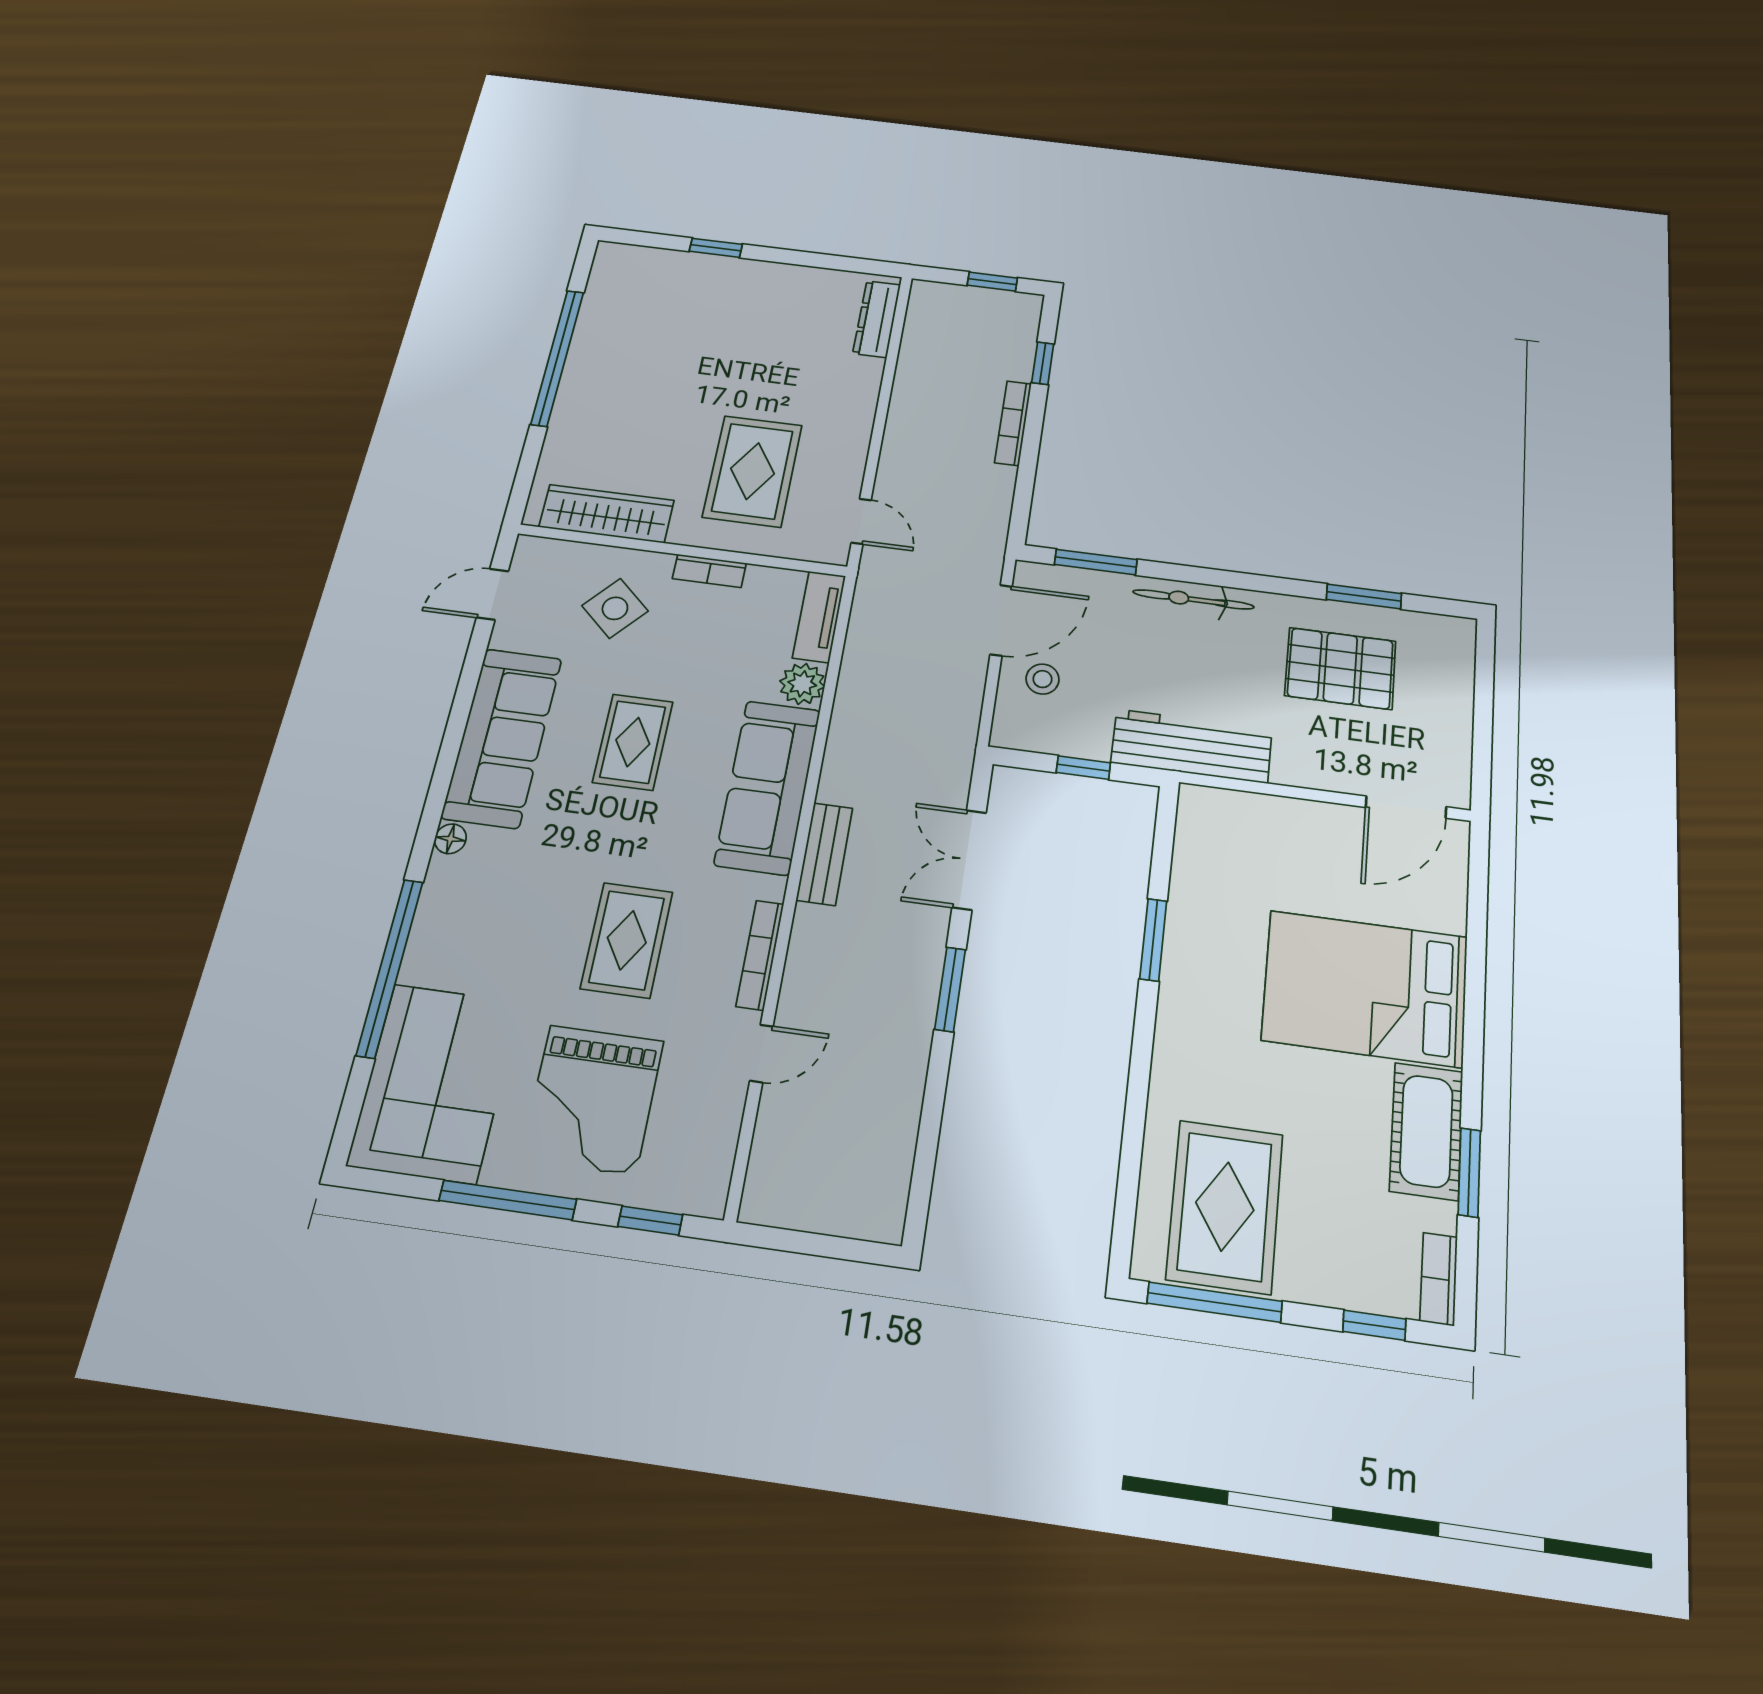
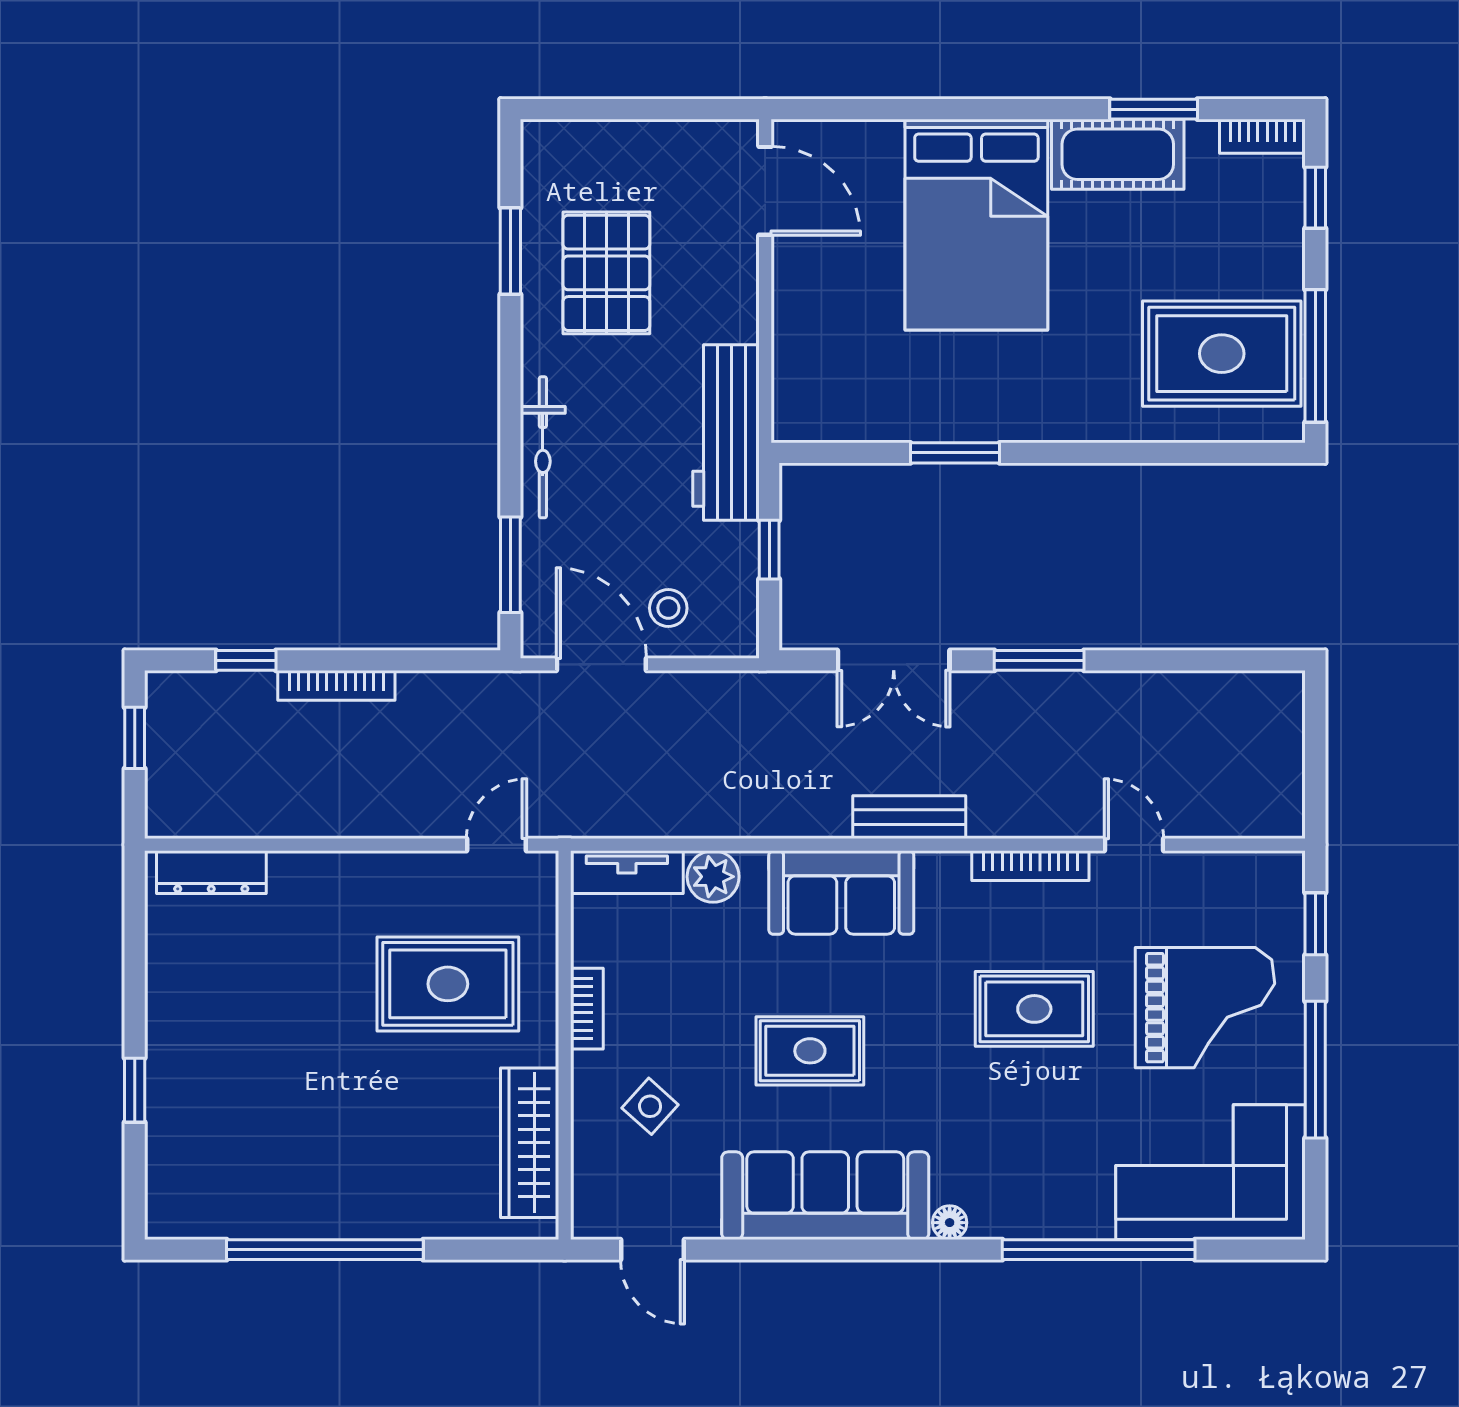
side table: (615, 608) -> (650, 1106), width x0.73, depth x0.73
sofa: (768, 787) -> (841, 893), width x0.73

